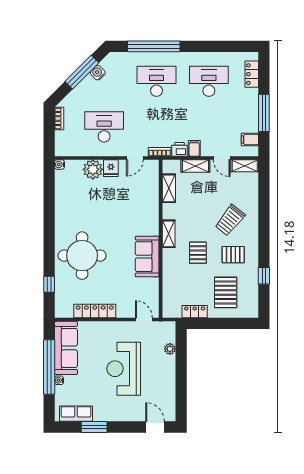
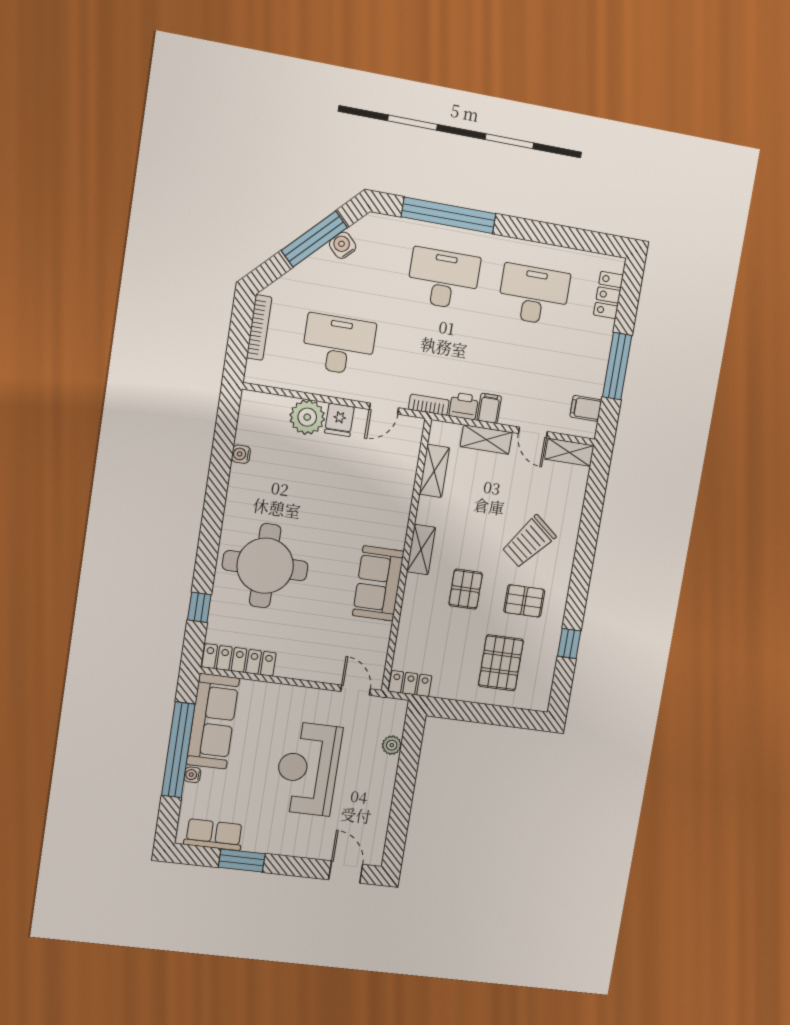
bookcase: (59, 118) -> (259, 328), width x1.56
water cooler: (59, 165) -> (241, 454), moved
locker: (95, 311) -> (239, 660), moved
locker: (195, 312) -> (410, 684), moved

